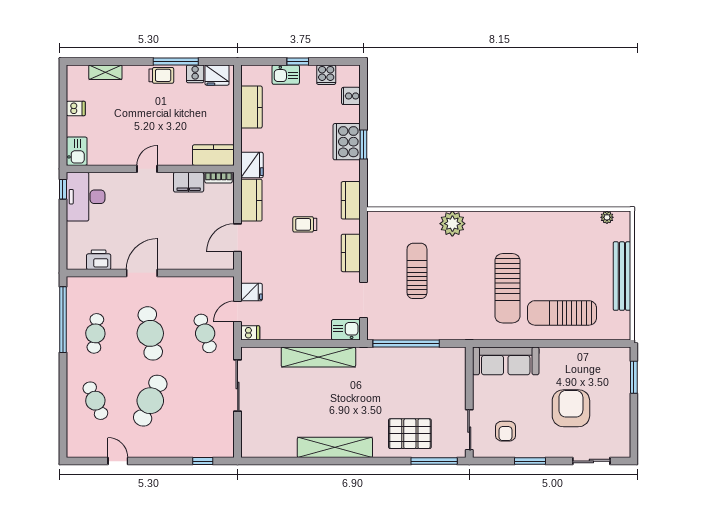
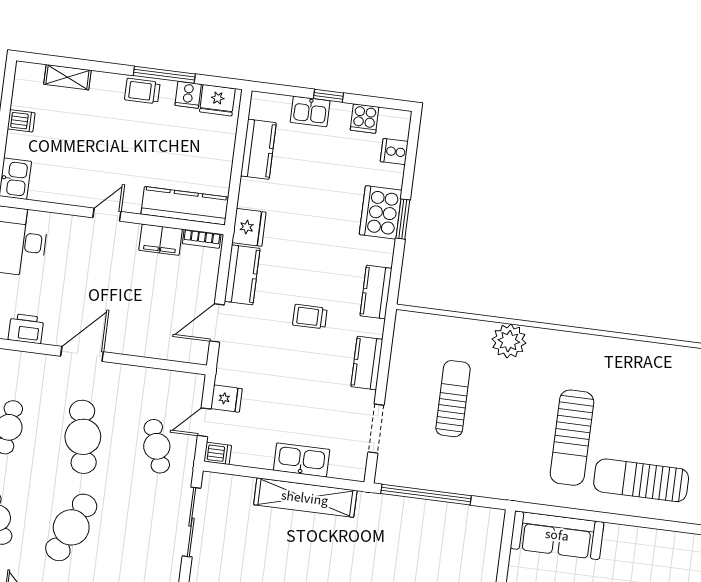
trolley: (161, 75) -> (142, 91), turned 180
kitchen counter: (213, 155) -> (185, 206), width x1.50
kitchen sink: (346, 330) -> (302, 460), moved, width x1.38

